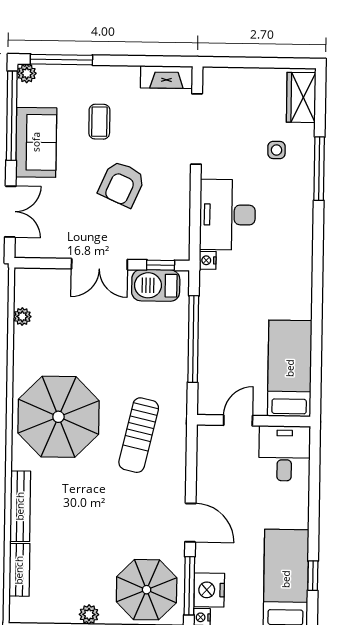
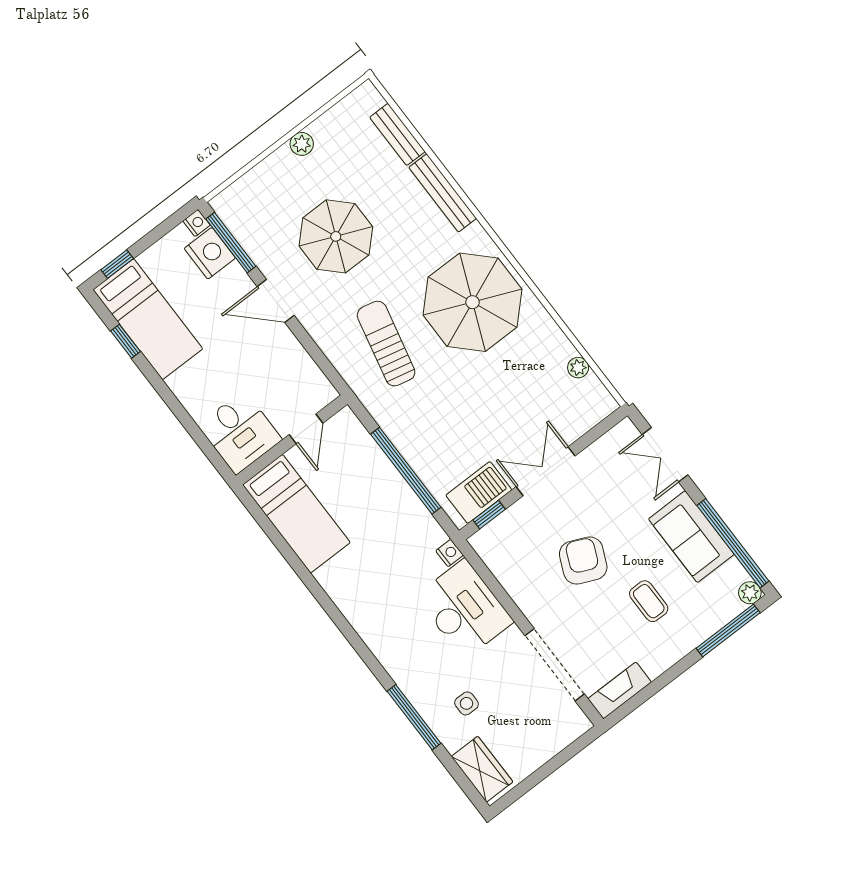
parasol: (147, 590) -> (336, 236), moved

